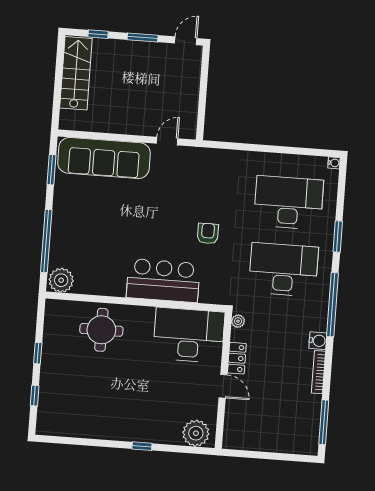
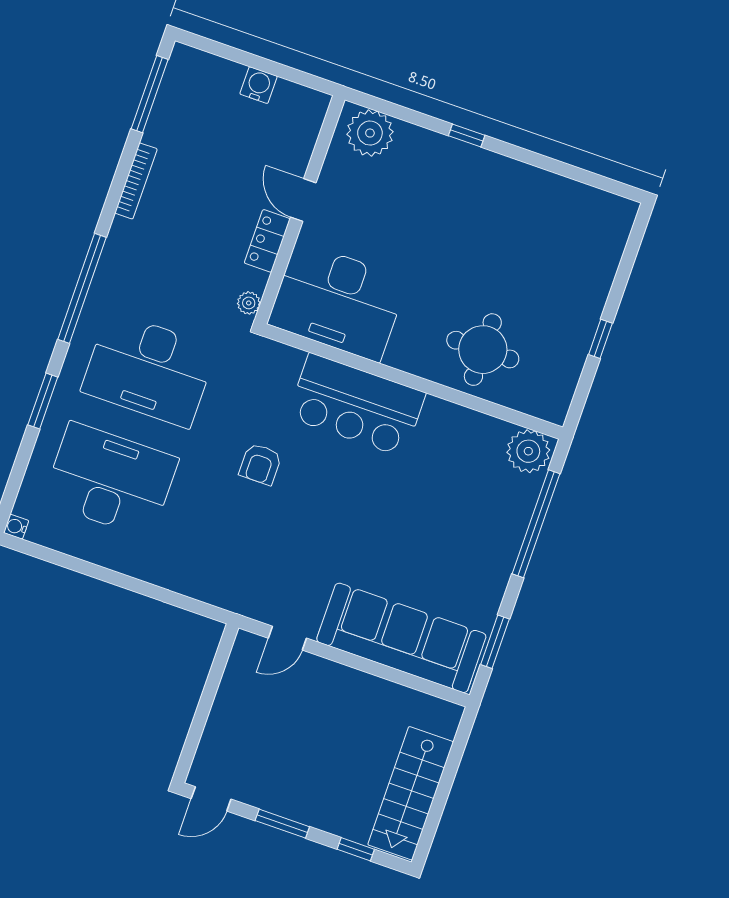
desk: (289, 203) -> (110, 480), turned 180
water cooler: (318, 341) -> (258, 85), moved, turned 90
window: (35, 396) -> (625, 269), removed

